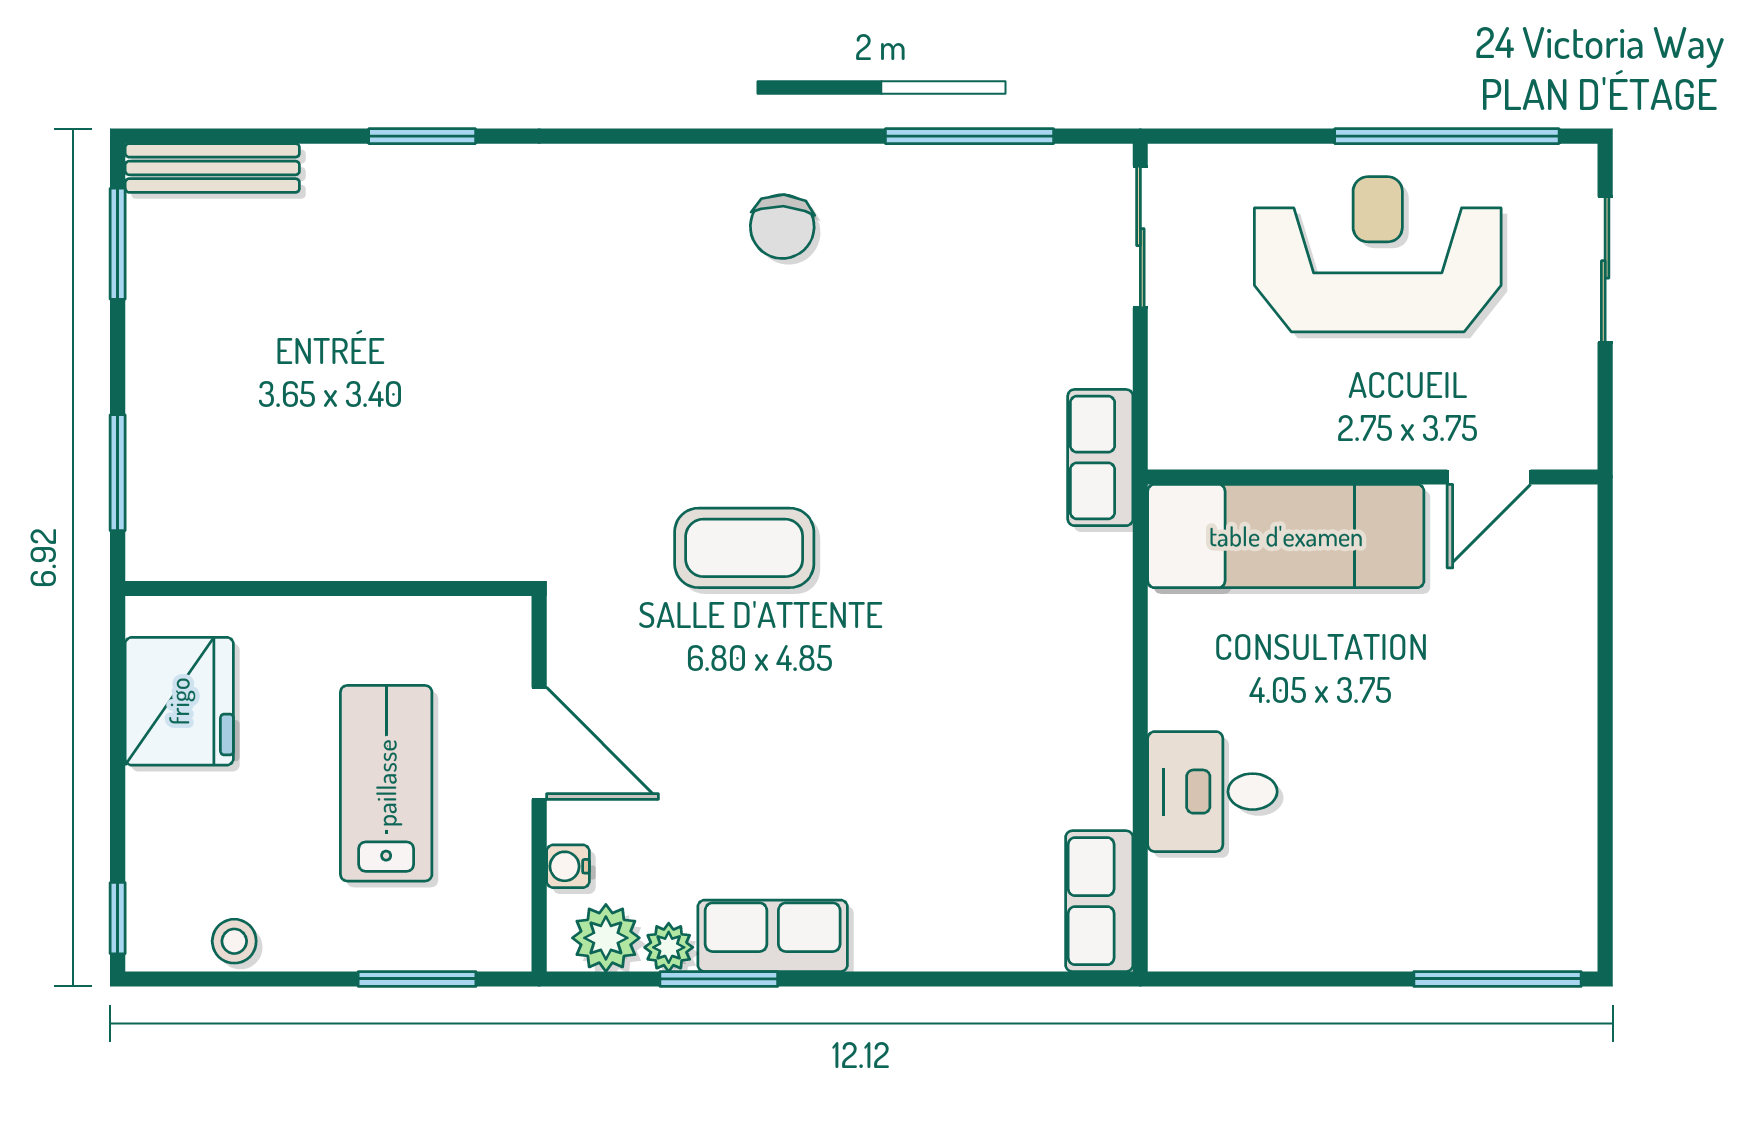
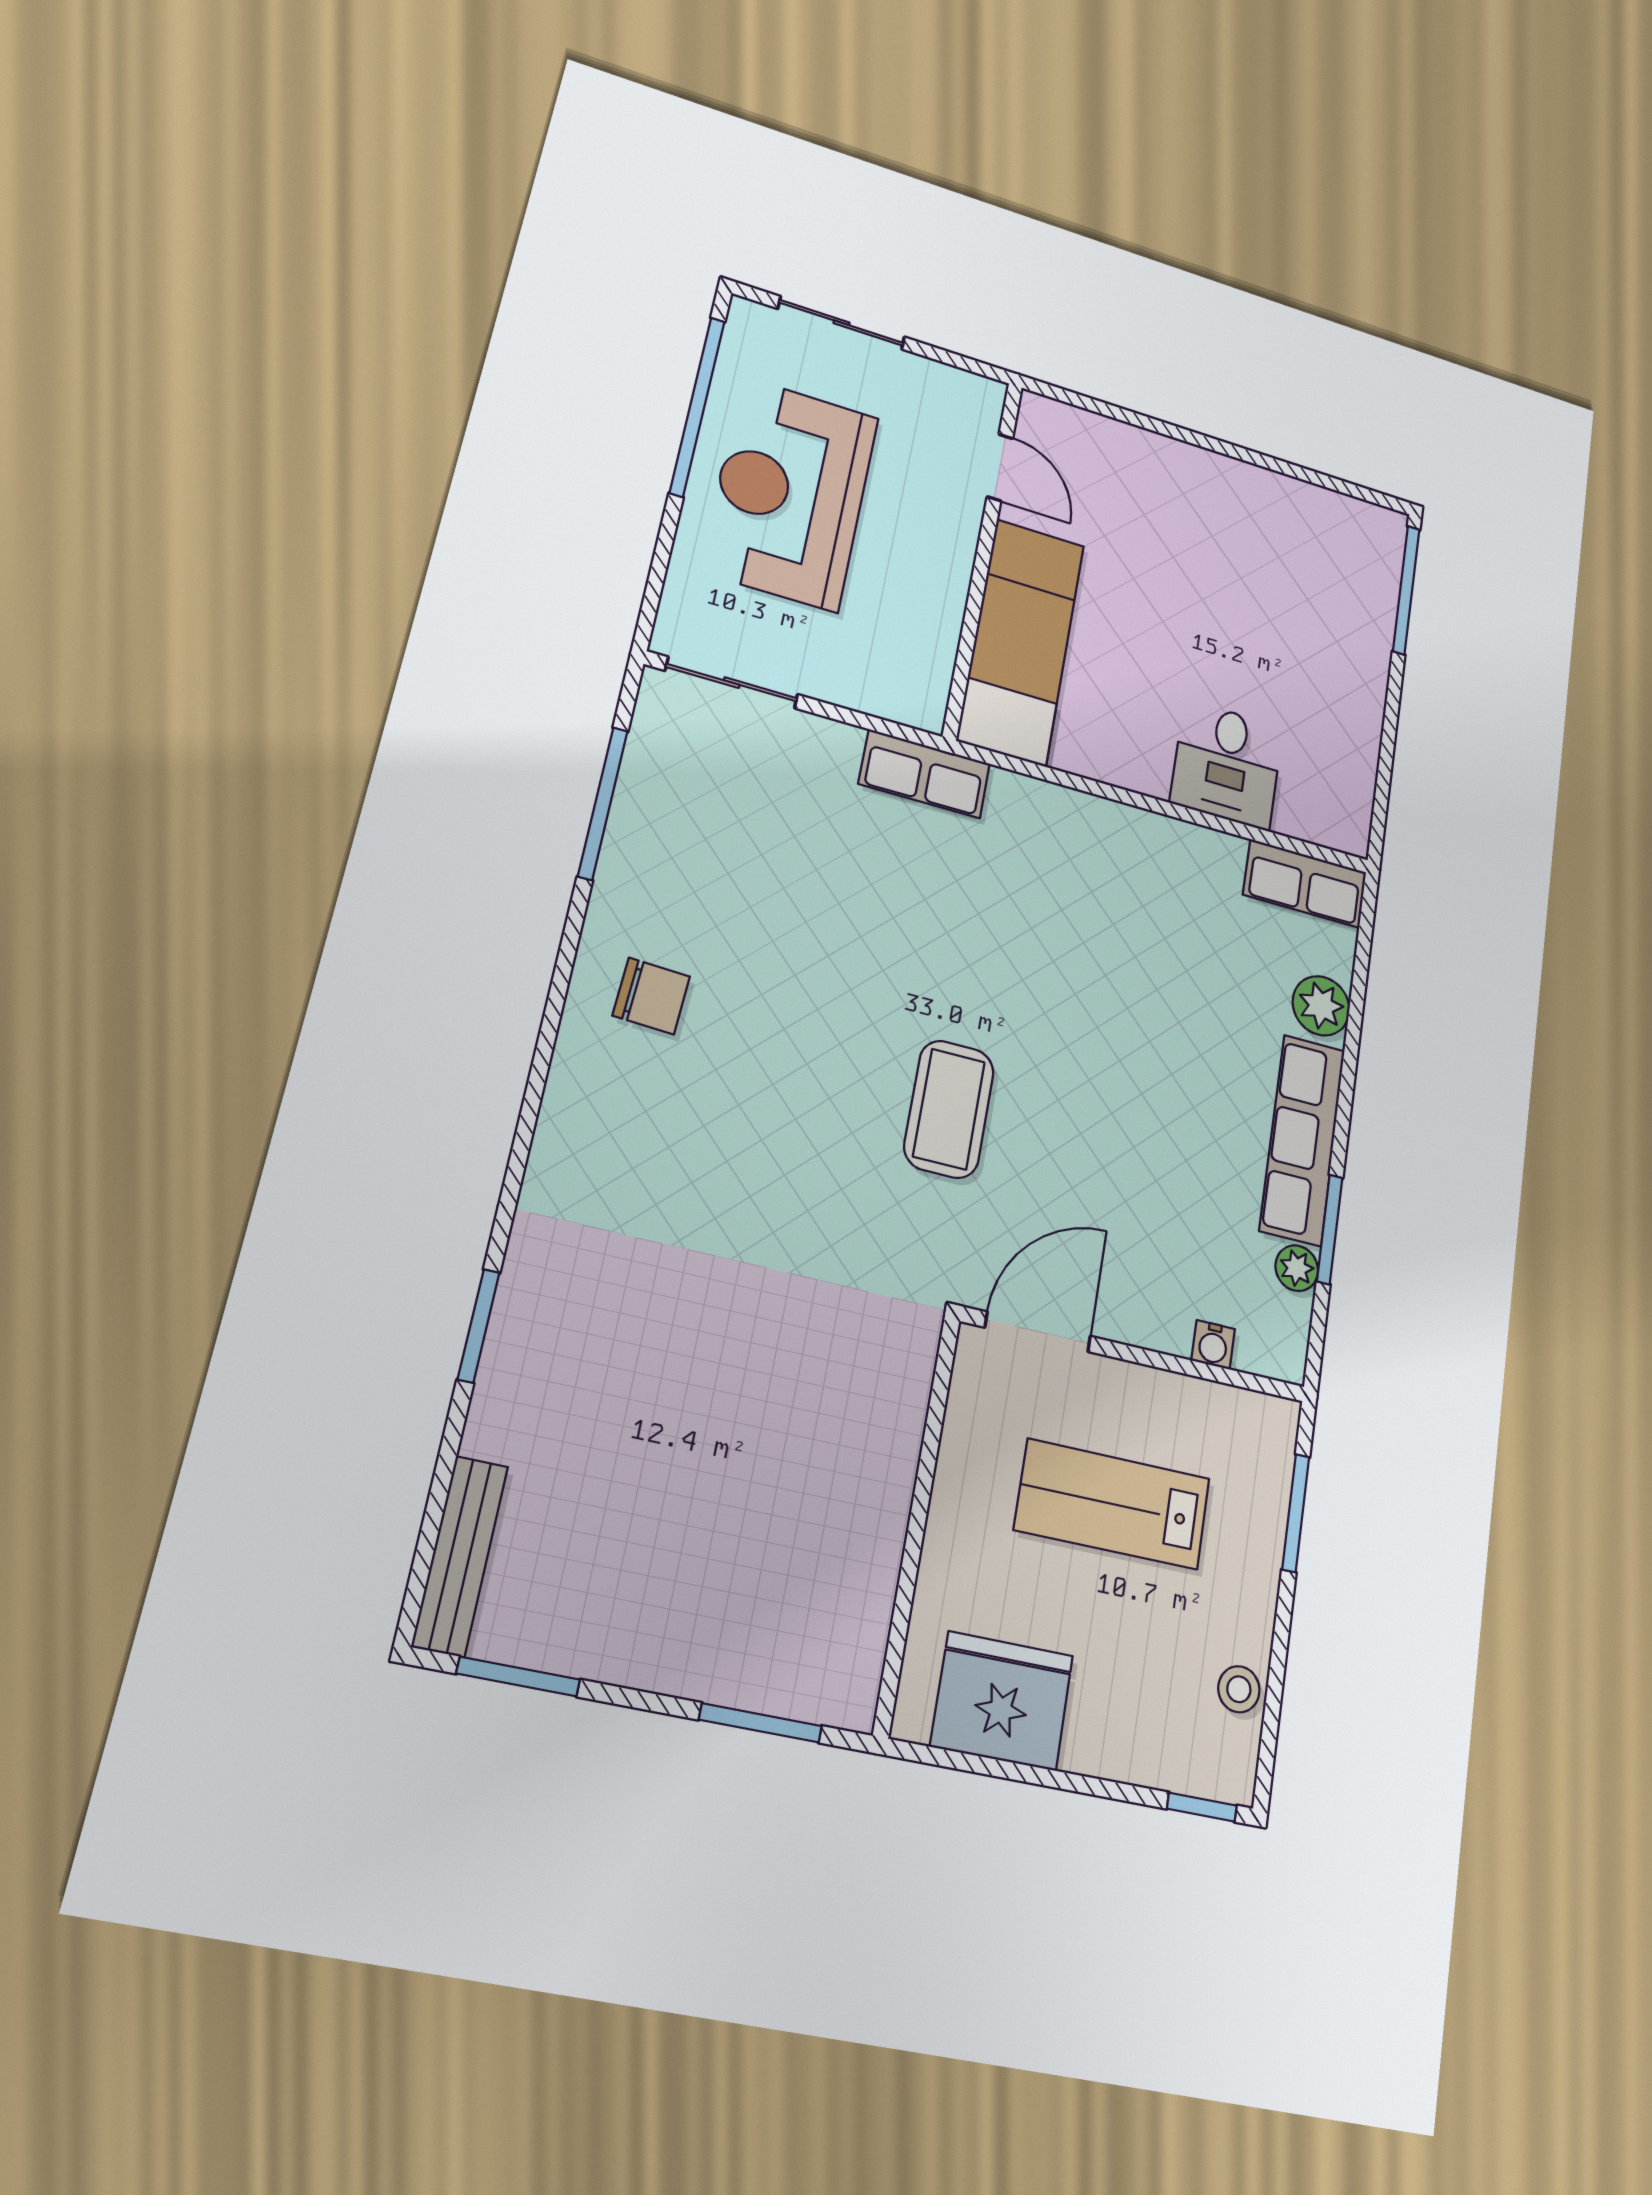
door: (539, 743) -> (1038, 1332), moved
row of seats: (773, 936) -> (1302, 1140), width x1.48
plant: (606, 938) -> (1321, 1006), moved

